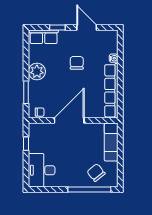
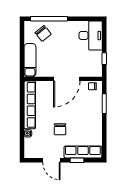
row of seats: (44, 37) -> (83, 152), width x1.48
plant: (37, 71) -> (95, 122), removed

